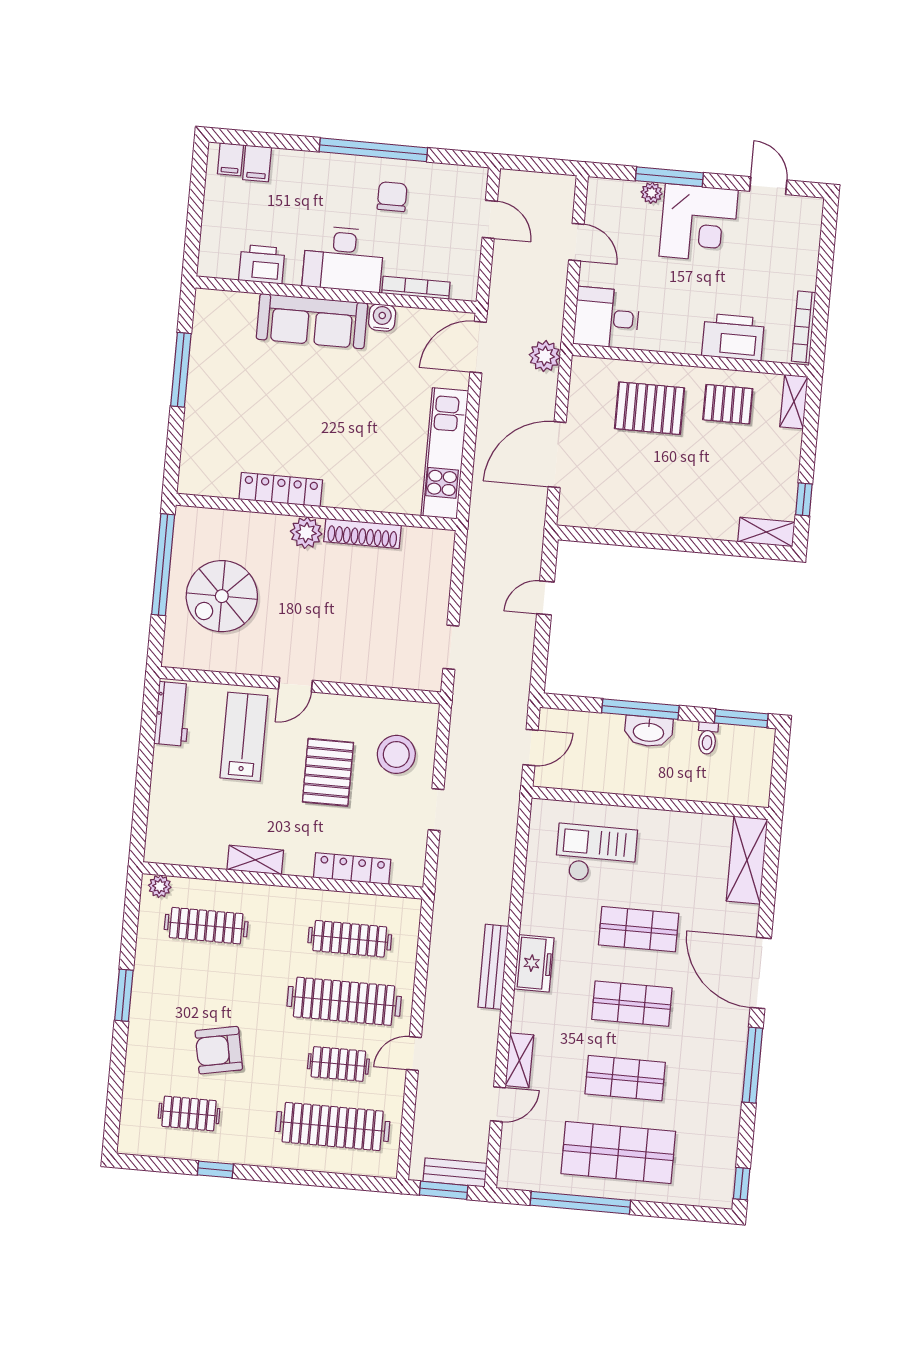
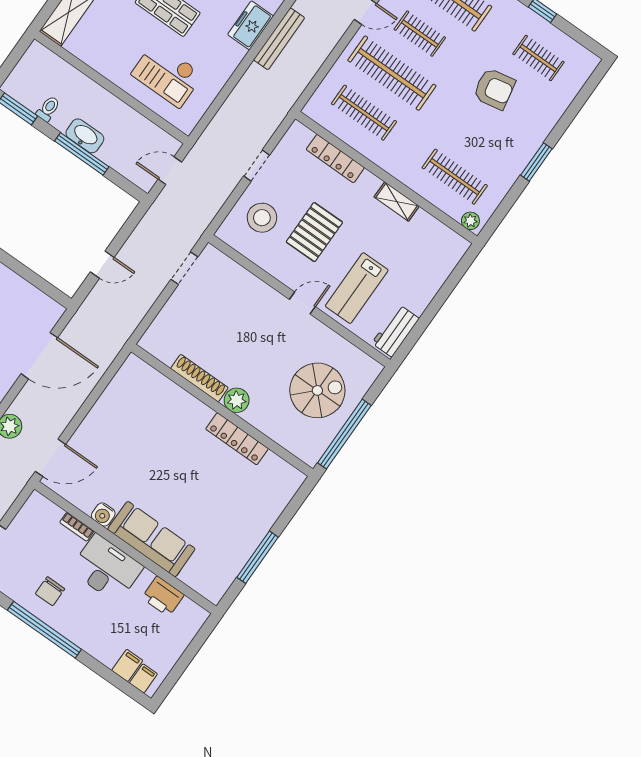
bookcase: (416, 288) -> (77, 527), width x0.64
kitchen unit: (445, 453) -> (114, 400), removed

